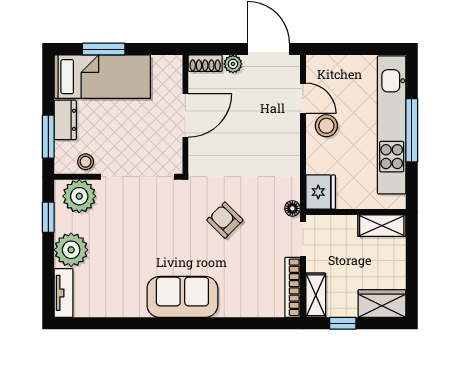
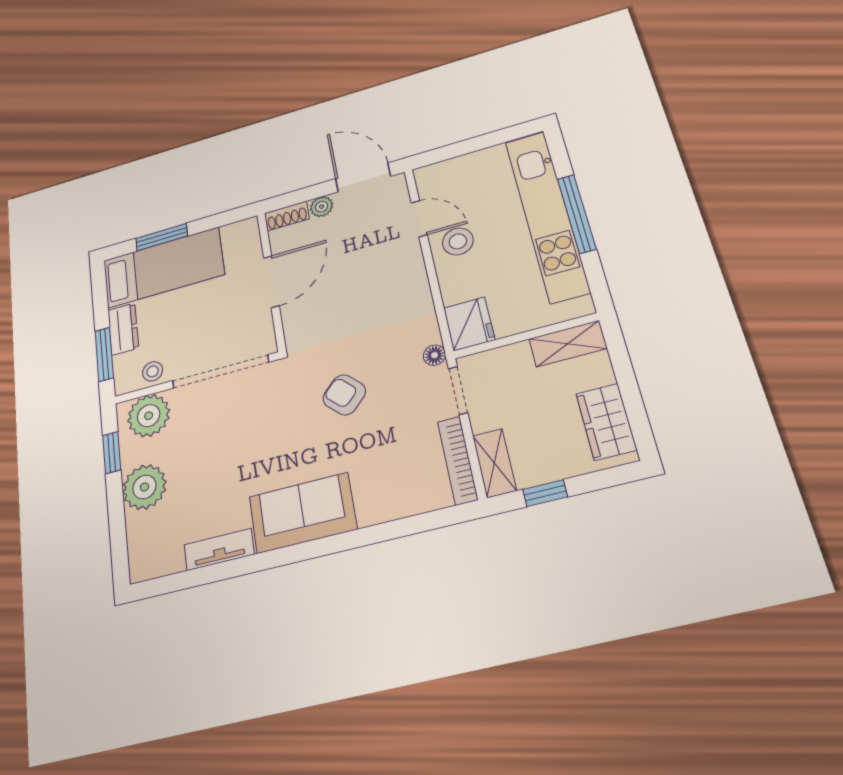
tv unit: (64, 293) -> (219, 550), moved, turned -90
wardrobe: (382, 303) -> (606, 422), moved, turned -90

